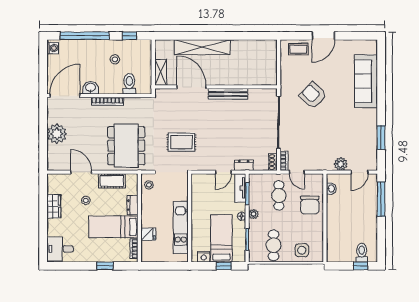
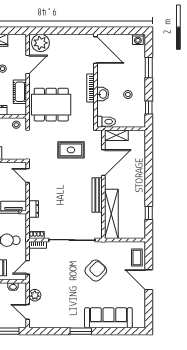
window: (85, 36) -> (149, 68), width x0.47
window: (248, 36) -> (149, 213), added
shelving: (202, 47) -> (111, 214), moved
toilet: (129, 84) -> (106, 122), moved
washbasin: (91, 88) -> (103, 94), moved
plant: (57, 134) -> (40, 43), moved
window: (381, 137) -> (81, 331), moved
rug: (181, 142) -> (71, 150), moved, turned 90
door: (223, 172) -> (28, 176), moved
door: (297, 172) -> (28, 267), moved

